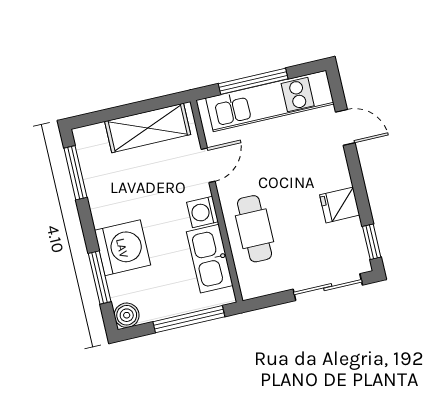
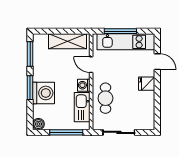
door: (208, 165) -> (91, 65), swing flipped
fridge: (340, 205) -> (147, 84), moved
window: (372, 242) -> (157, 116), removed
window: (100, 278) -> (30, 88), moved
sliding door: (328, 287) -> (119, 132), moved

